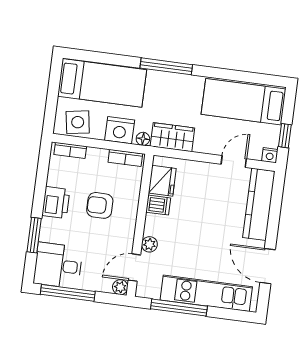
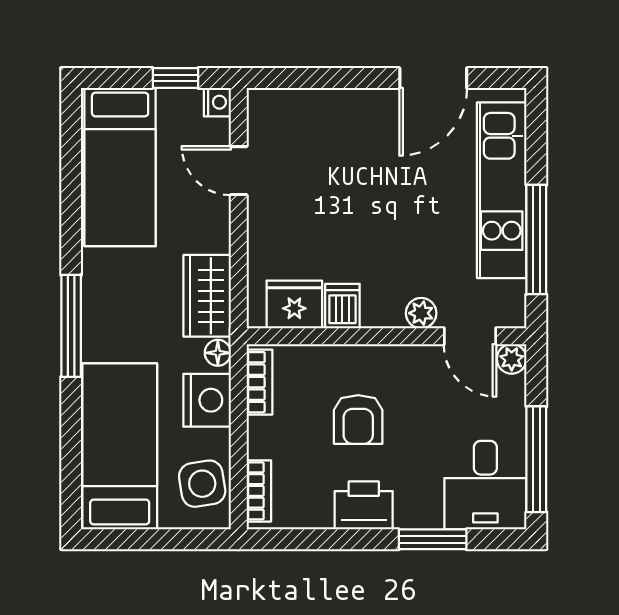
kitchen counter: (259, 204) -> (315, 111), removed

